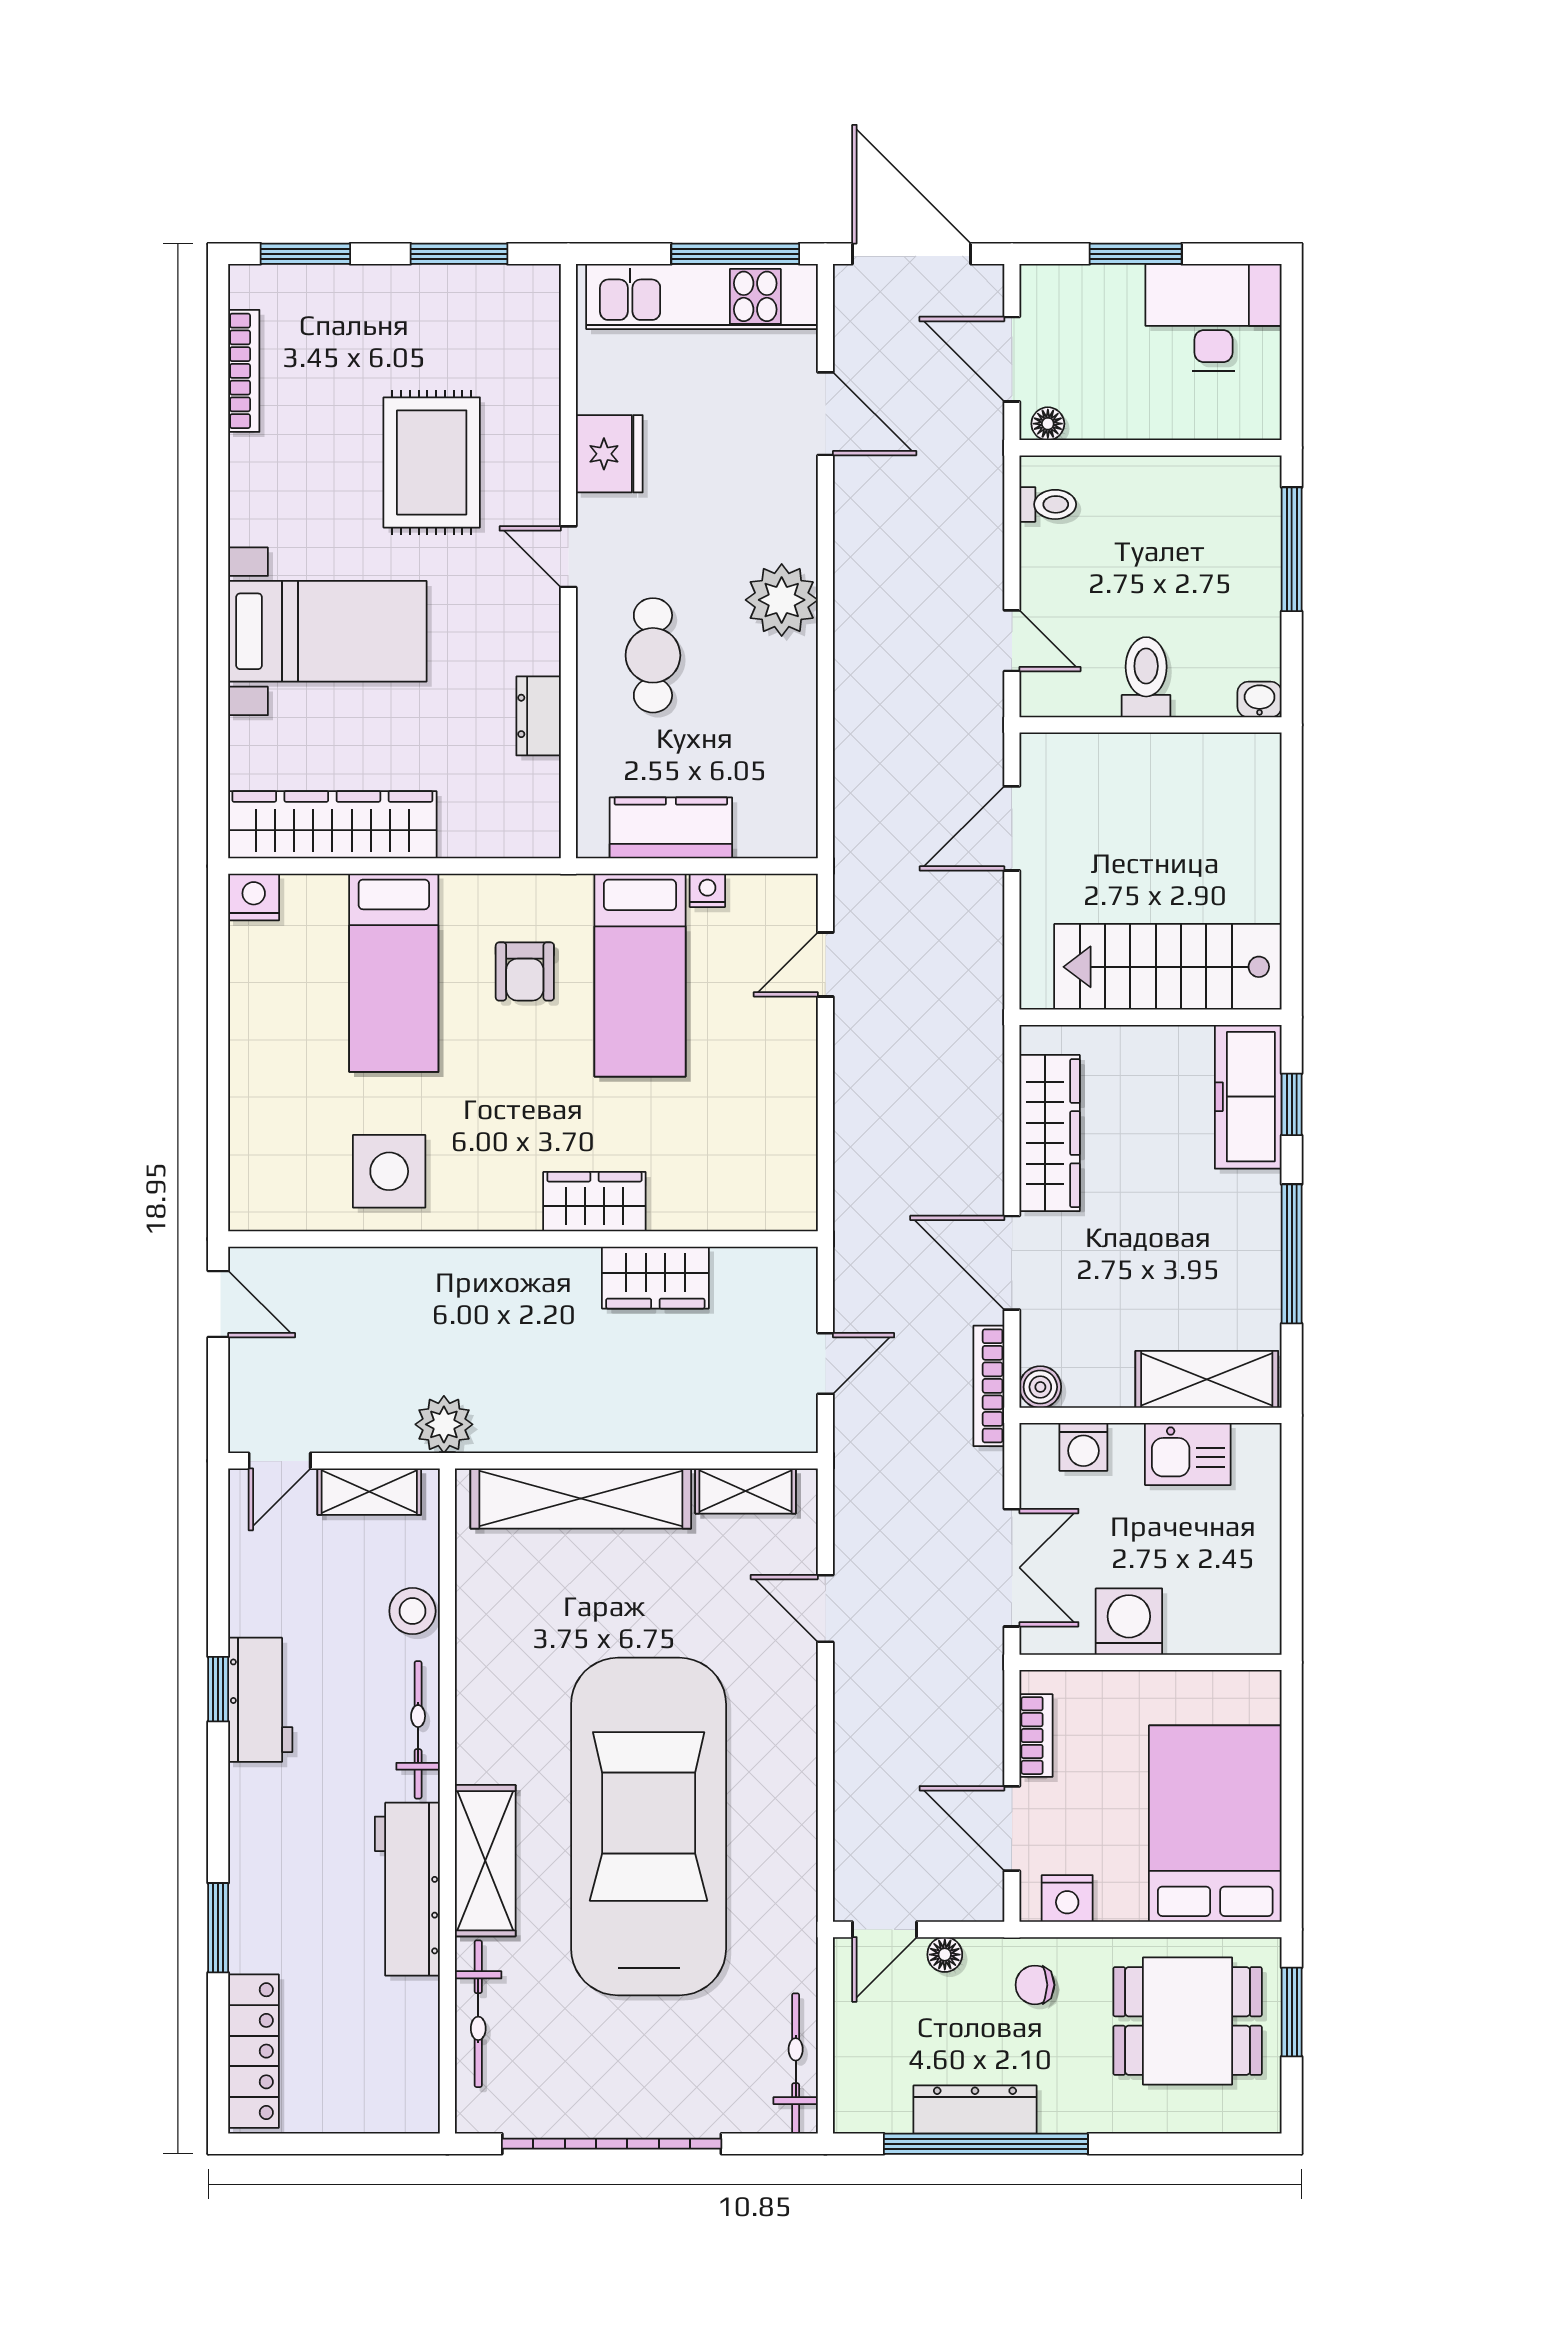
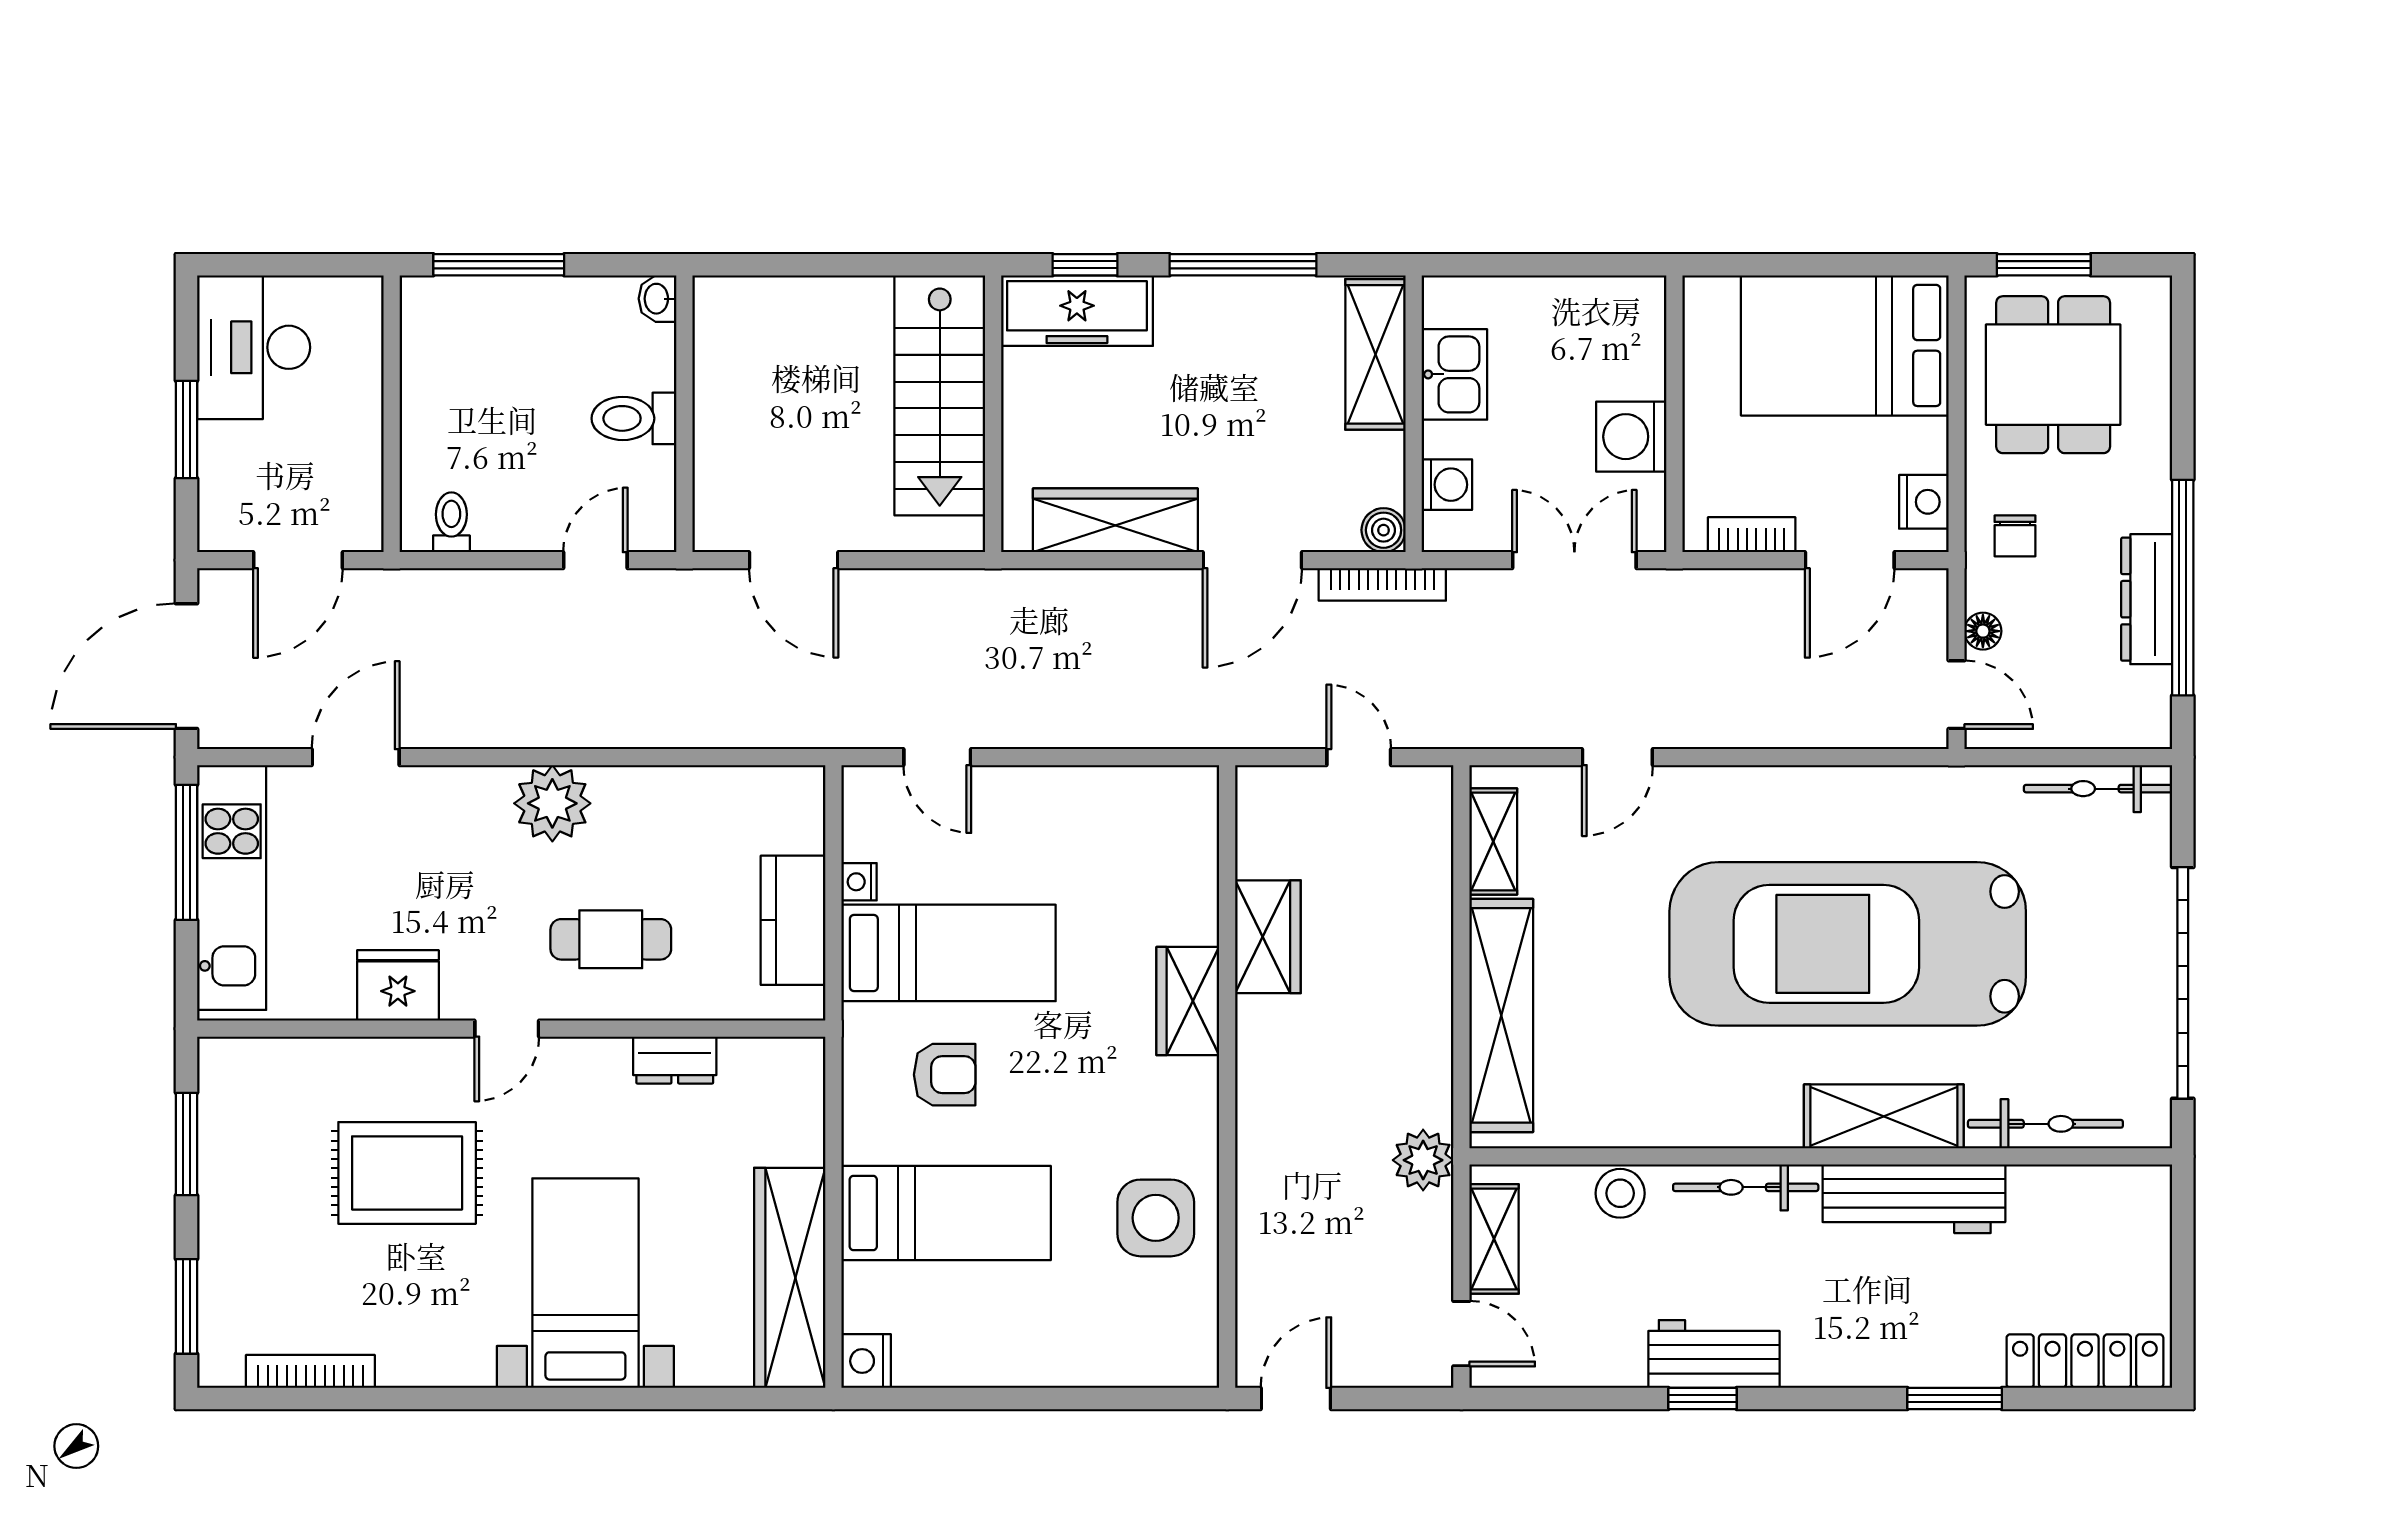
floor lamp: (1048, 424) -> (366, 522), removed

